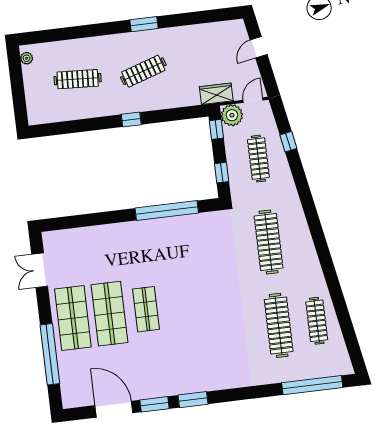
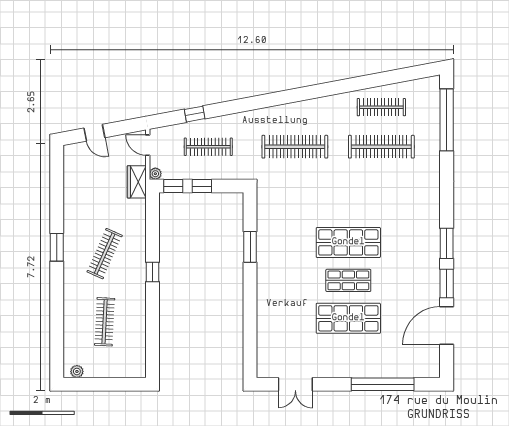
clothes rail: (143, 71) -> (105, 254), turned 42
plant: (232, 115) -> (155, 174), width x0.53, depth x0.53
window: (222, 173) -> (202, 186), moved
window: (167, 211) -> (250, 247), width x0.47
shop shelf: (73, 318) -> (348, 242), moved

